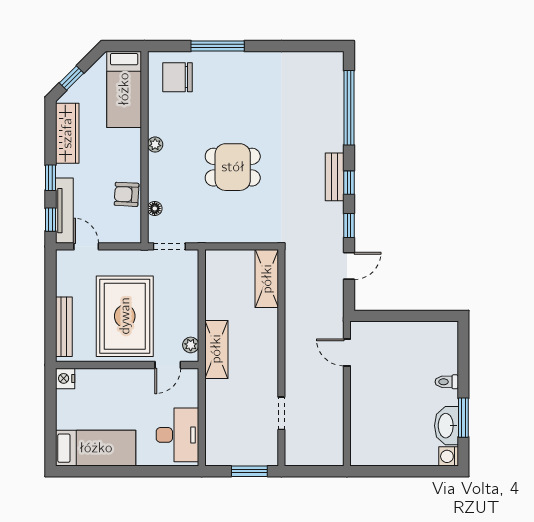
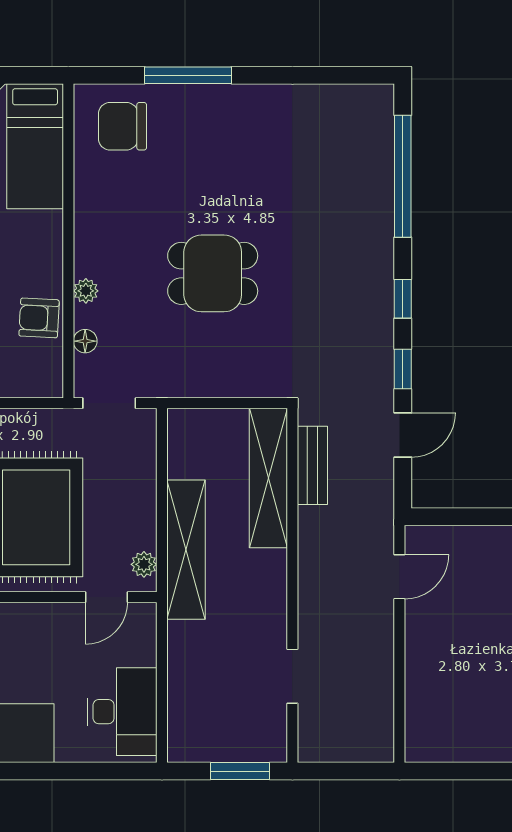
plant: (155, 145) -> (86, 291), moved
bench: (335, 177) -> (312, 465), moved
shelving: (267, 279) -> (268, 478), width x1.47
shelving: (216, 349) -> (186, 550), width x1.47
door: (347, 353) -> (399, 577), swing flipped

